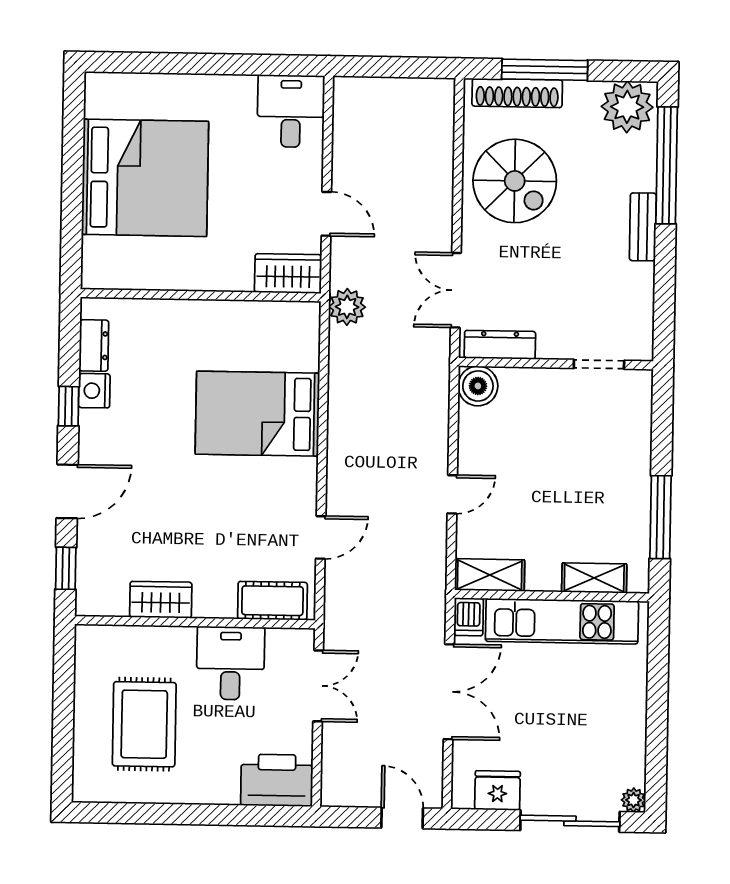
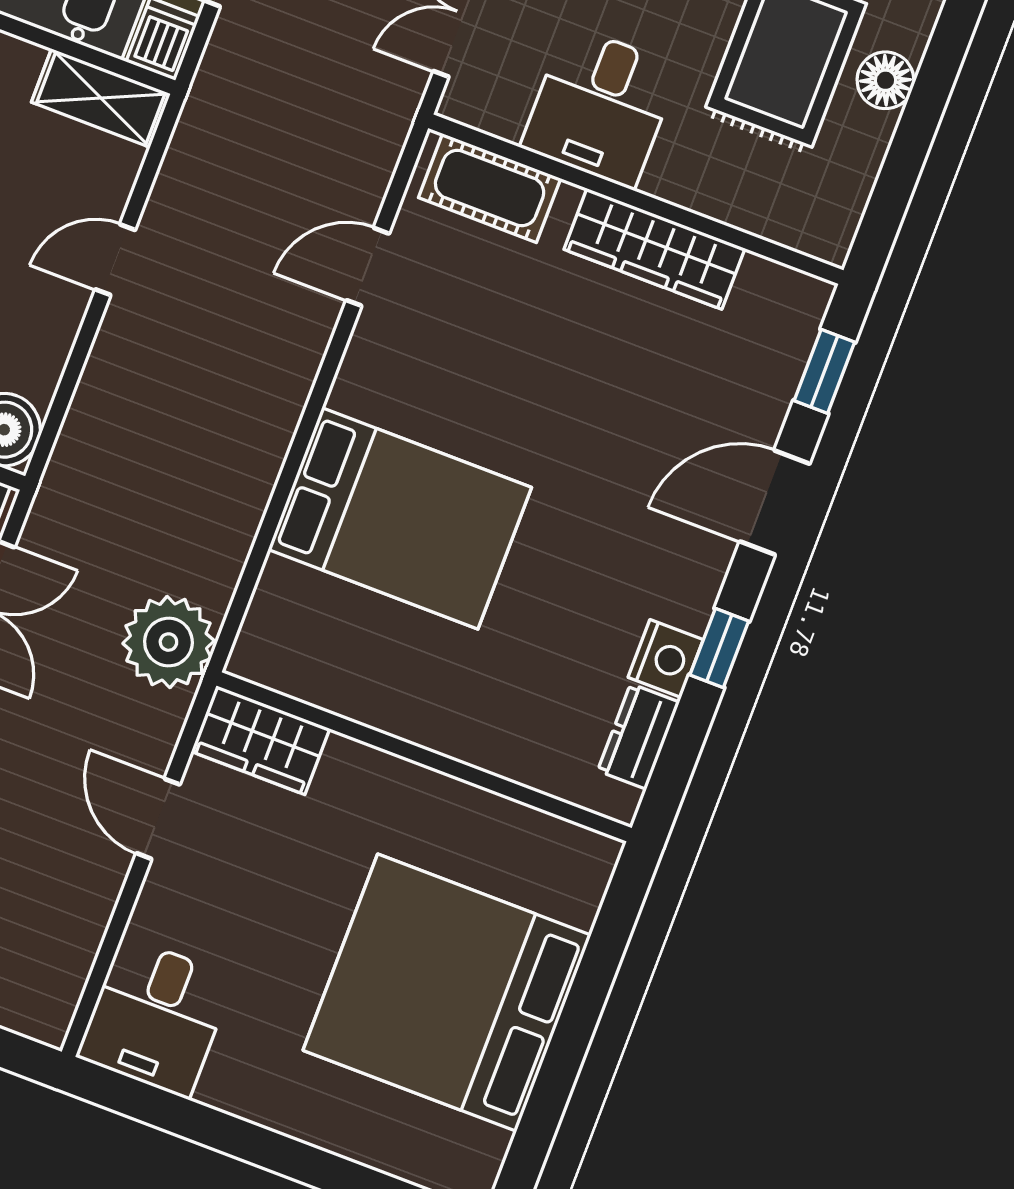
plant: (347, 307) -> (168, 642), width x1.36, depth x1.36
wardrobe: (161, 600) -> (654, 249), width x1.50
floor lamp: (88, 730) -> (886, 80), added

